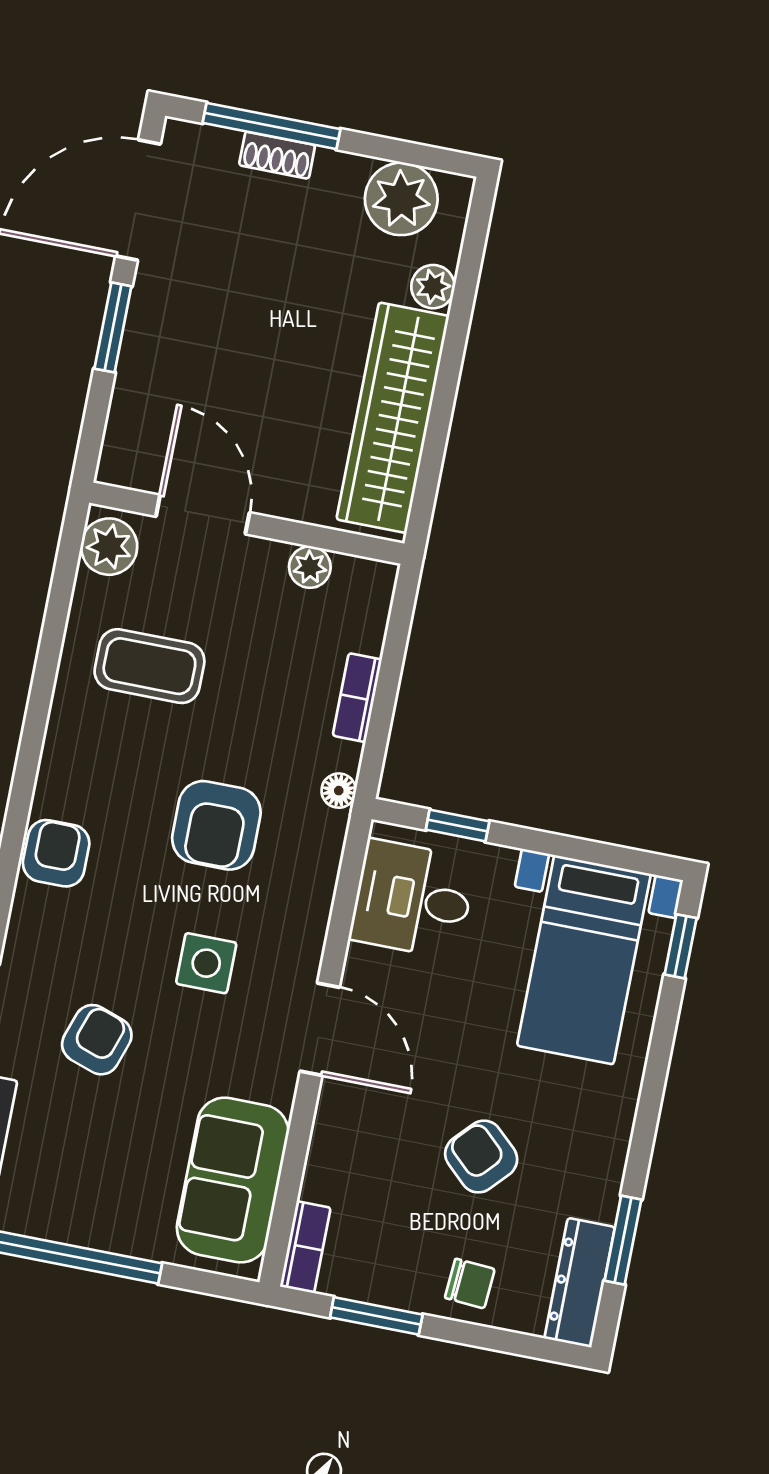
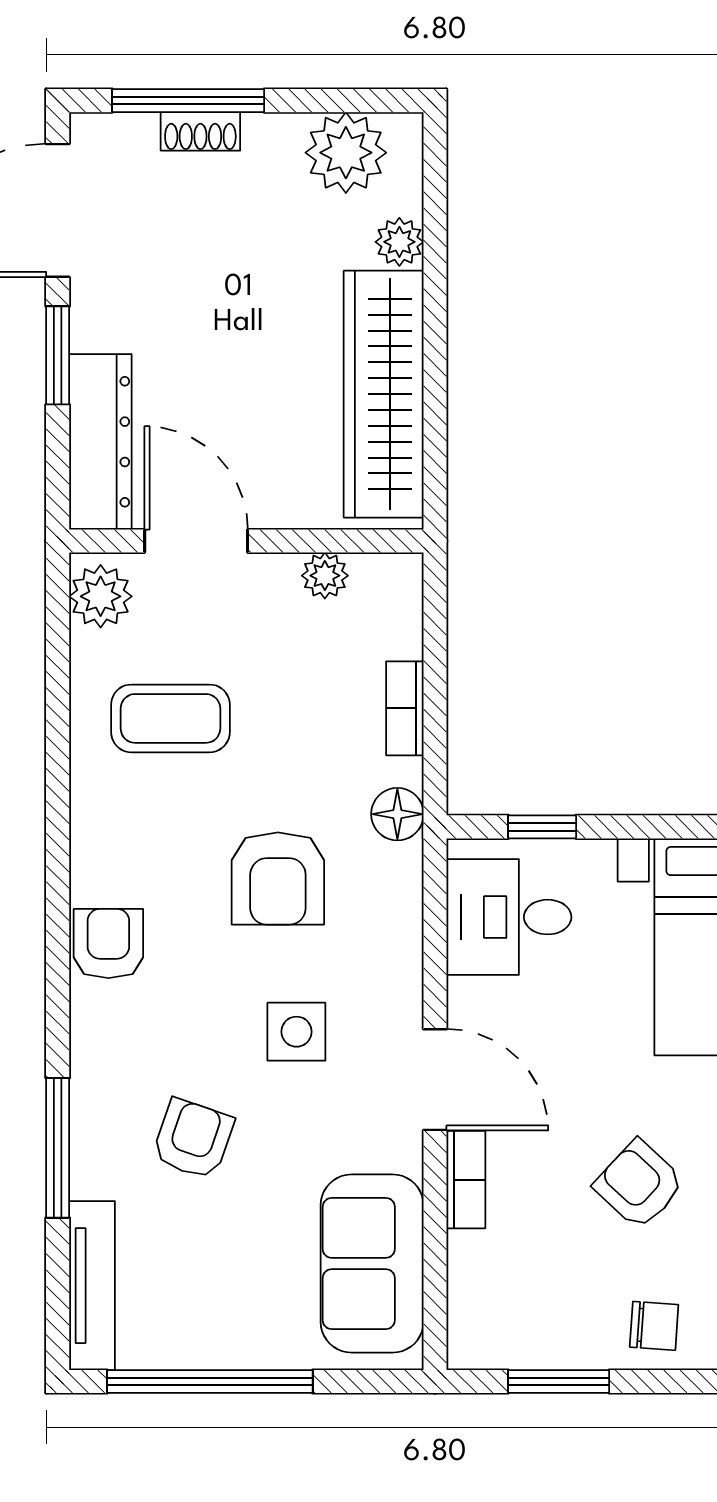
dresser: (136, 411) -> (100, 442), added
floor lamp: (339, 791) -> (397, 814), width x1.37, depth x1.37
bookcase: (305, 1247) -> (466, 1180), moved

